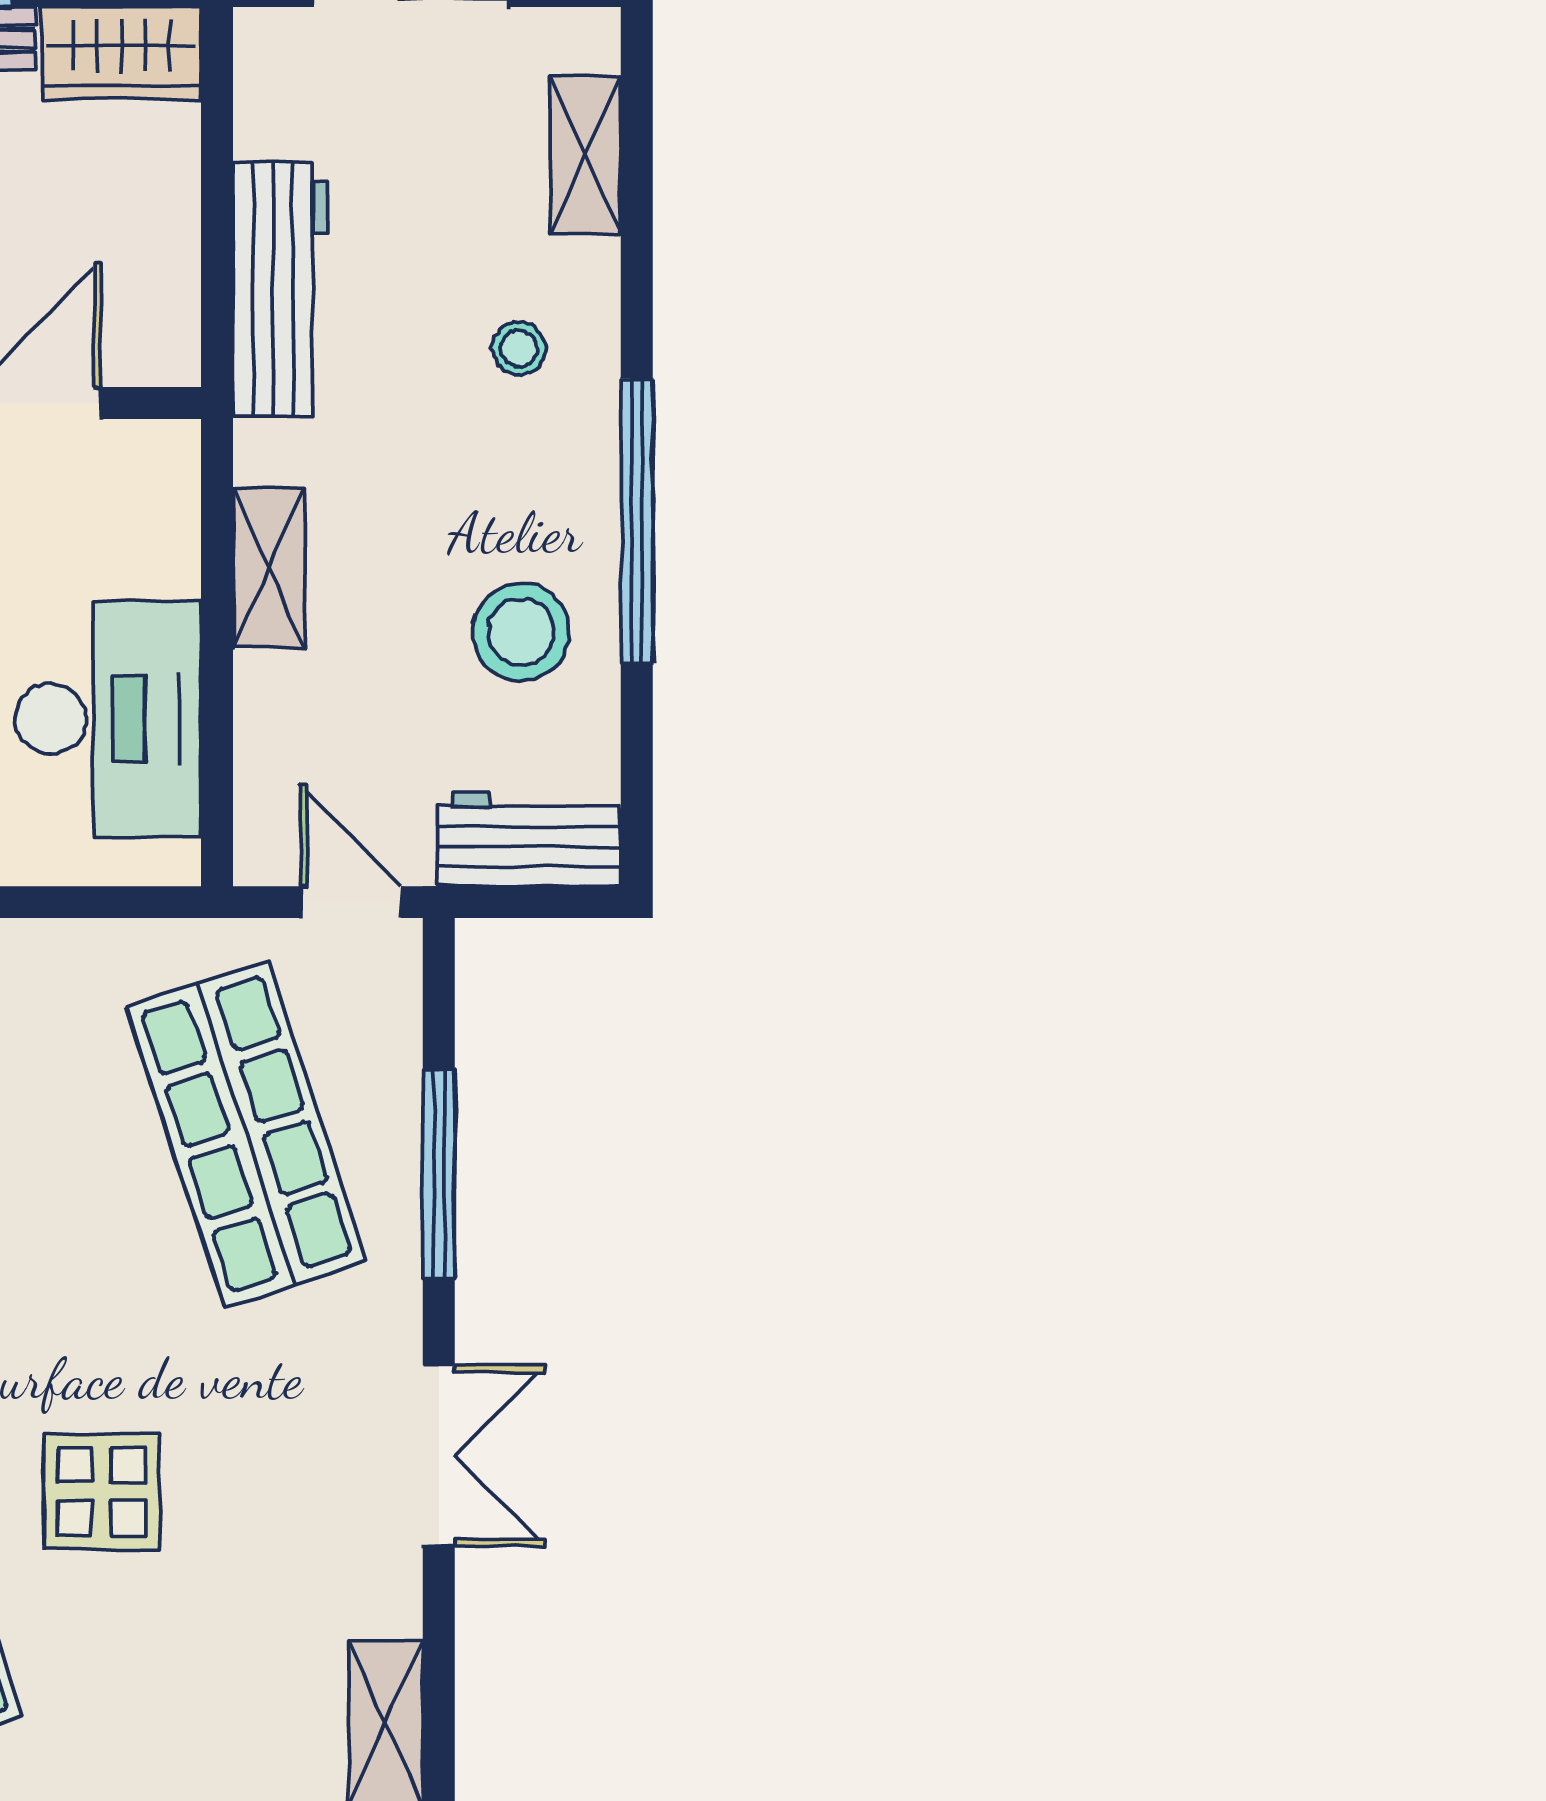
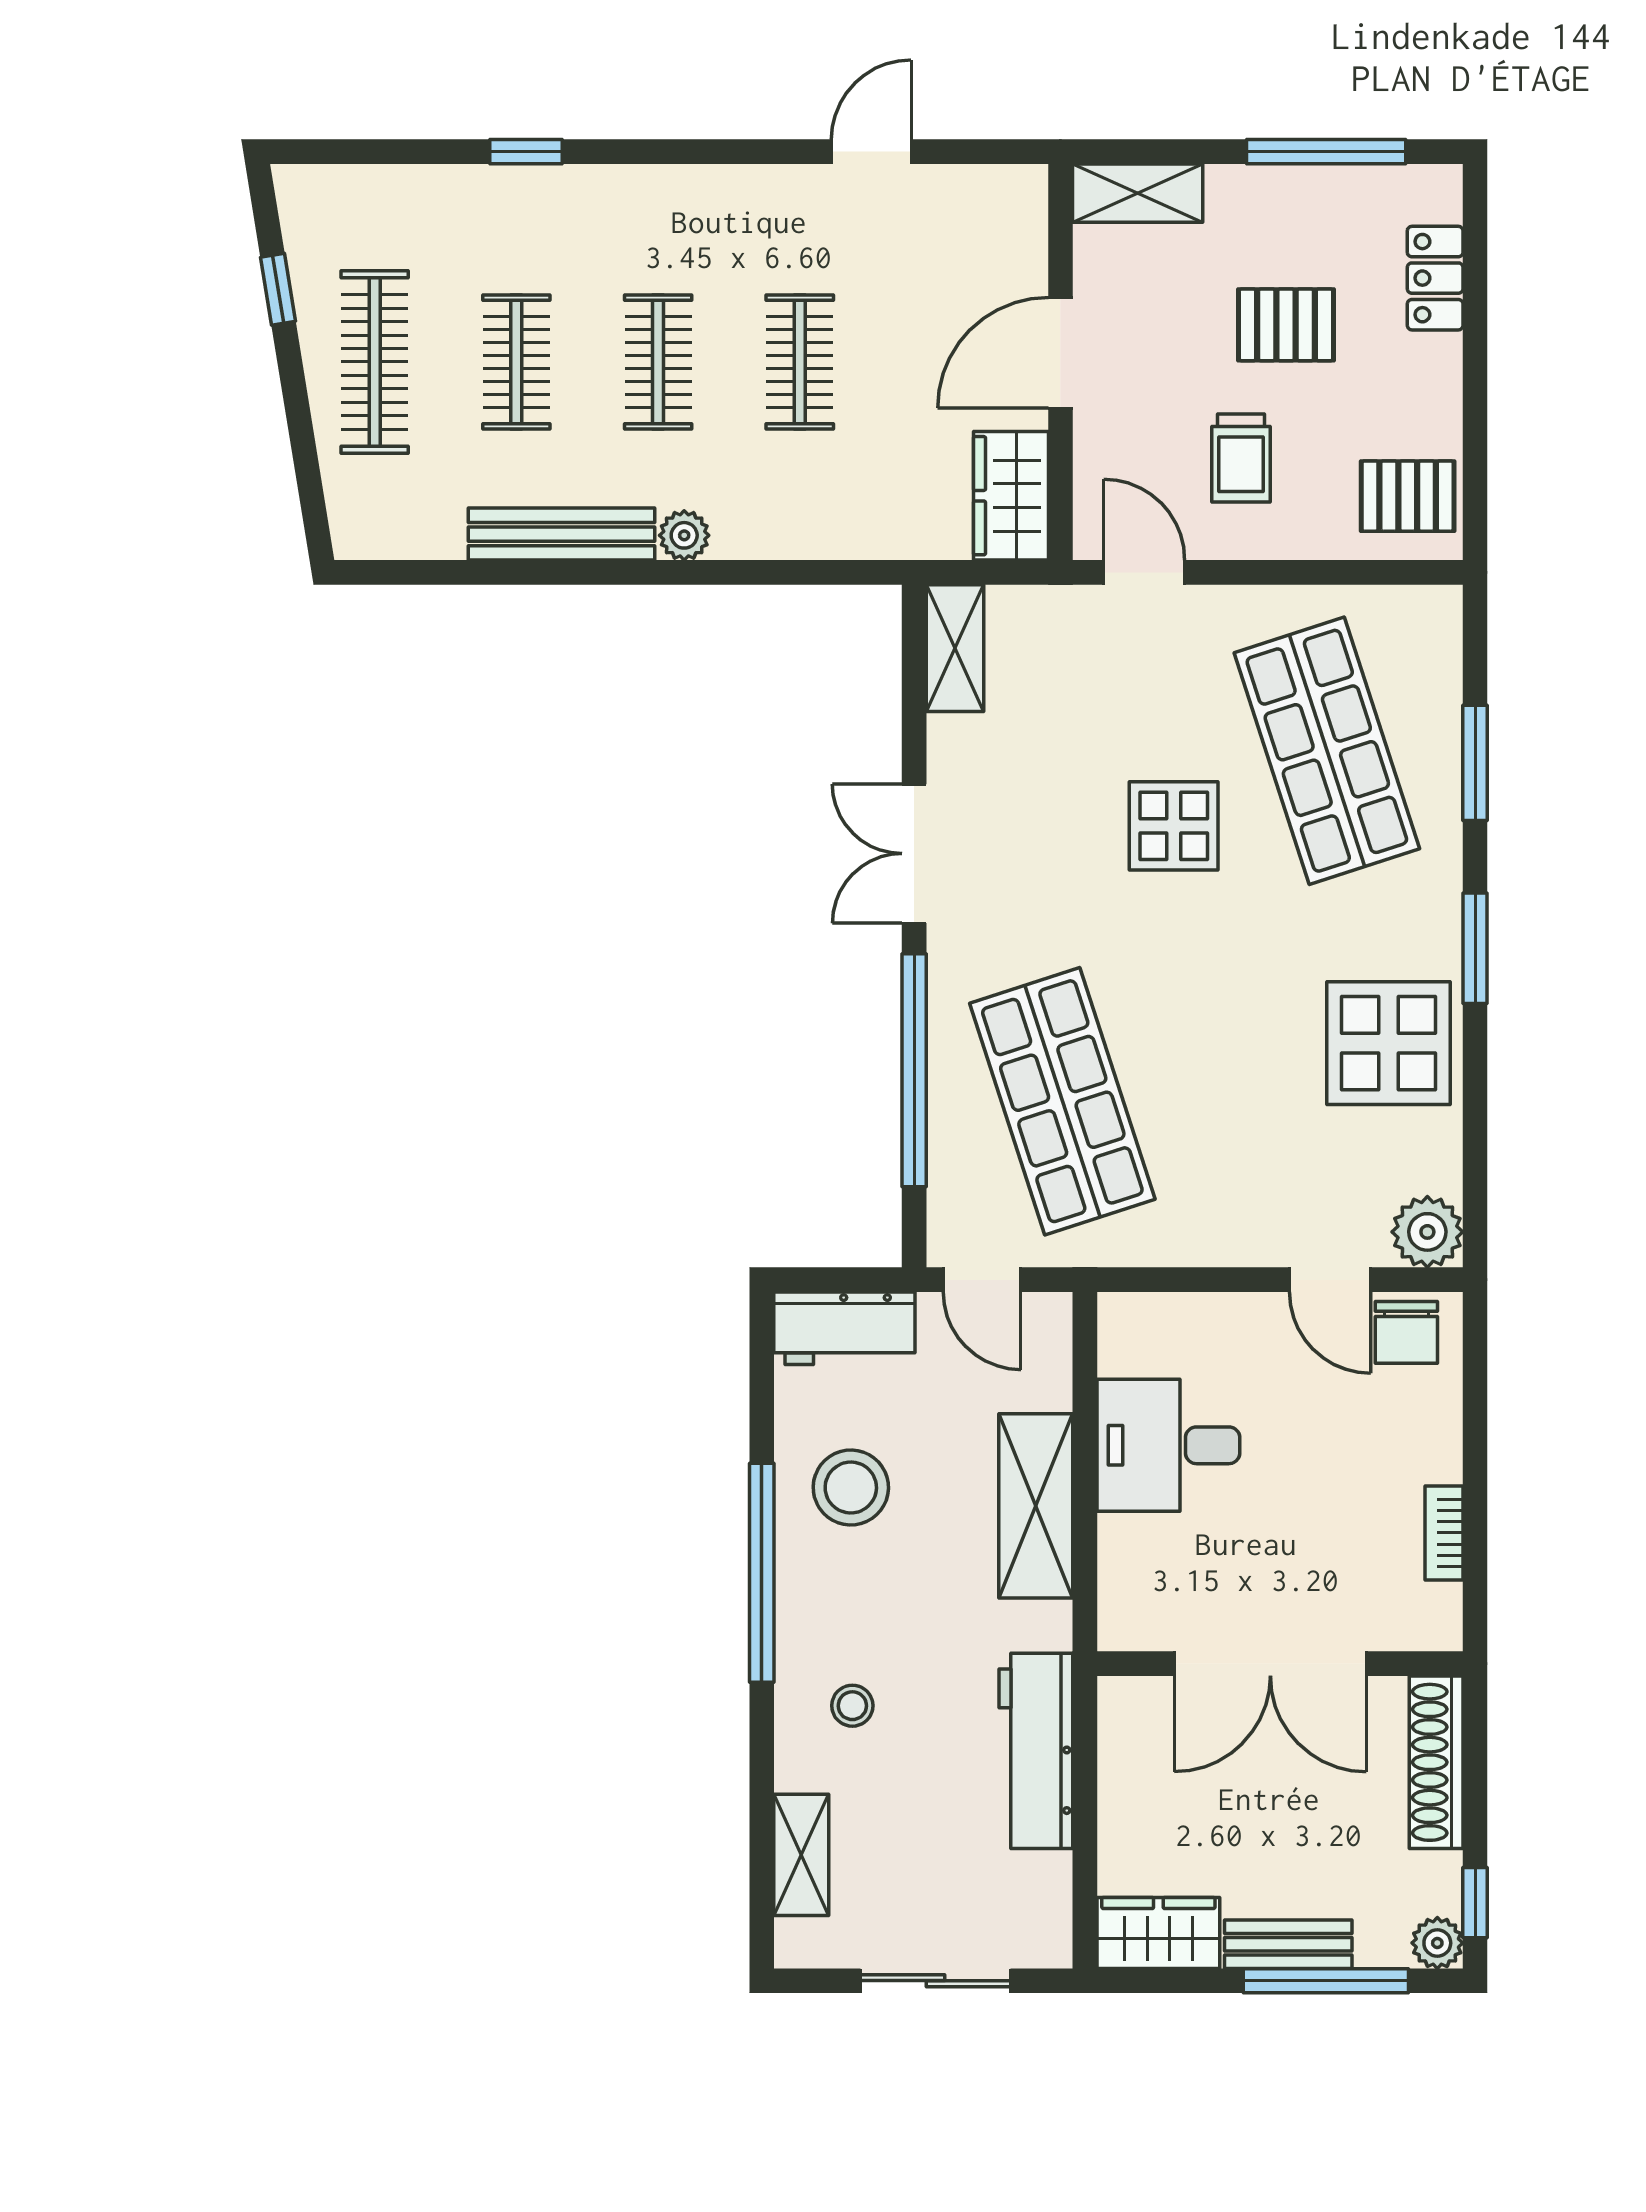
shelving: (269, 568) -> (1036, 1506), width x1.50, depth x1.33
desk: (108, 719) -> (1168, 1445), width x0.73
window: (439, 1174) -> (914, 1070), width x1.46

